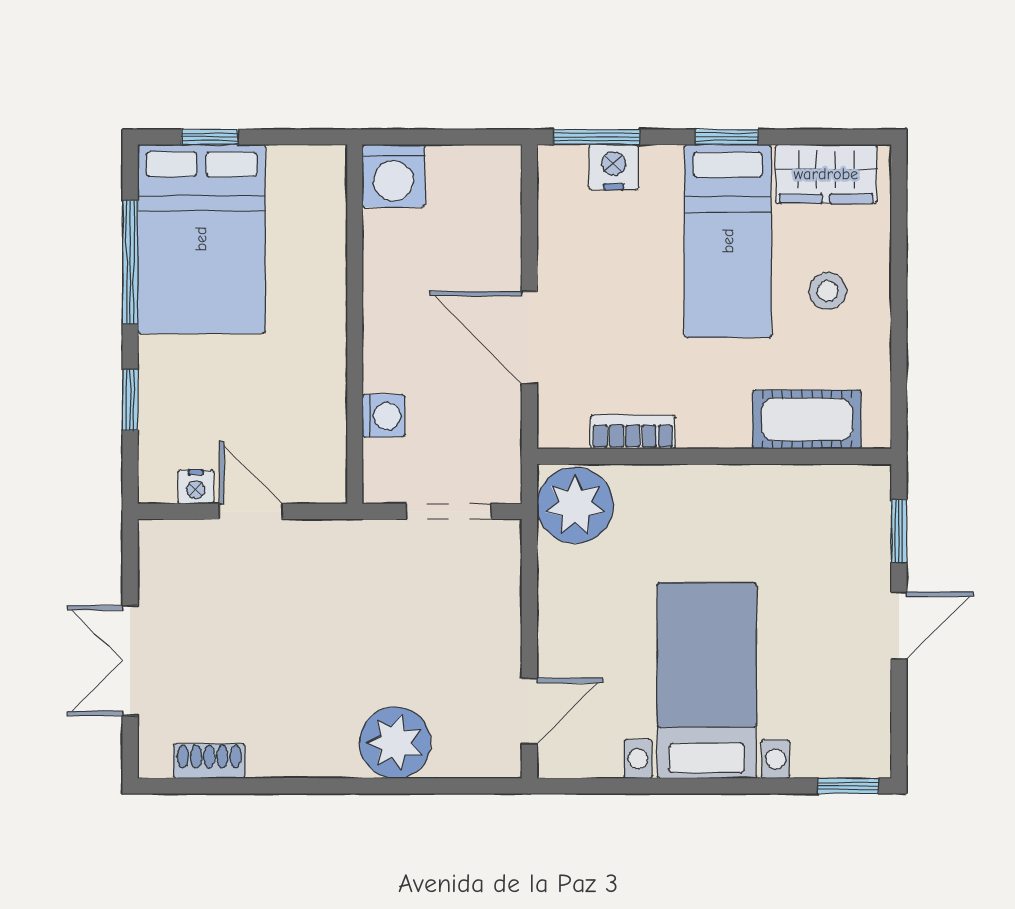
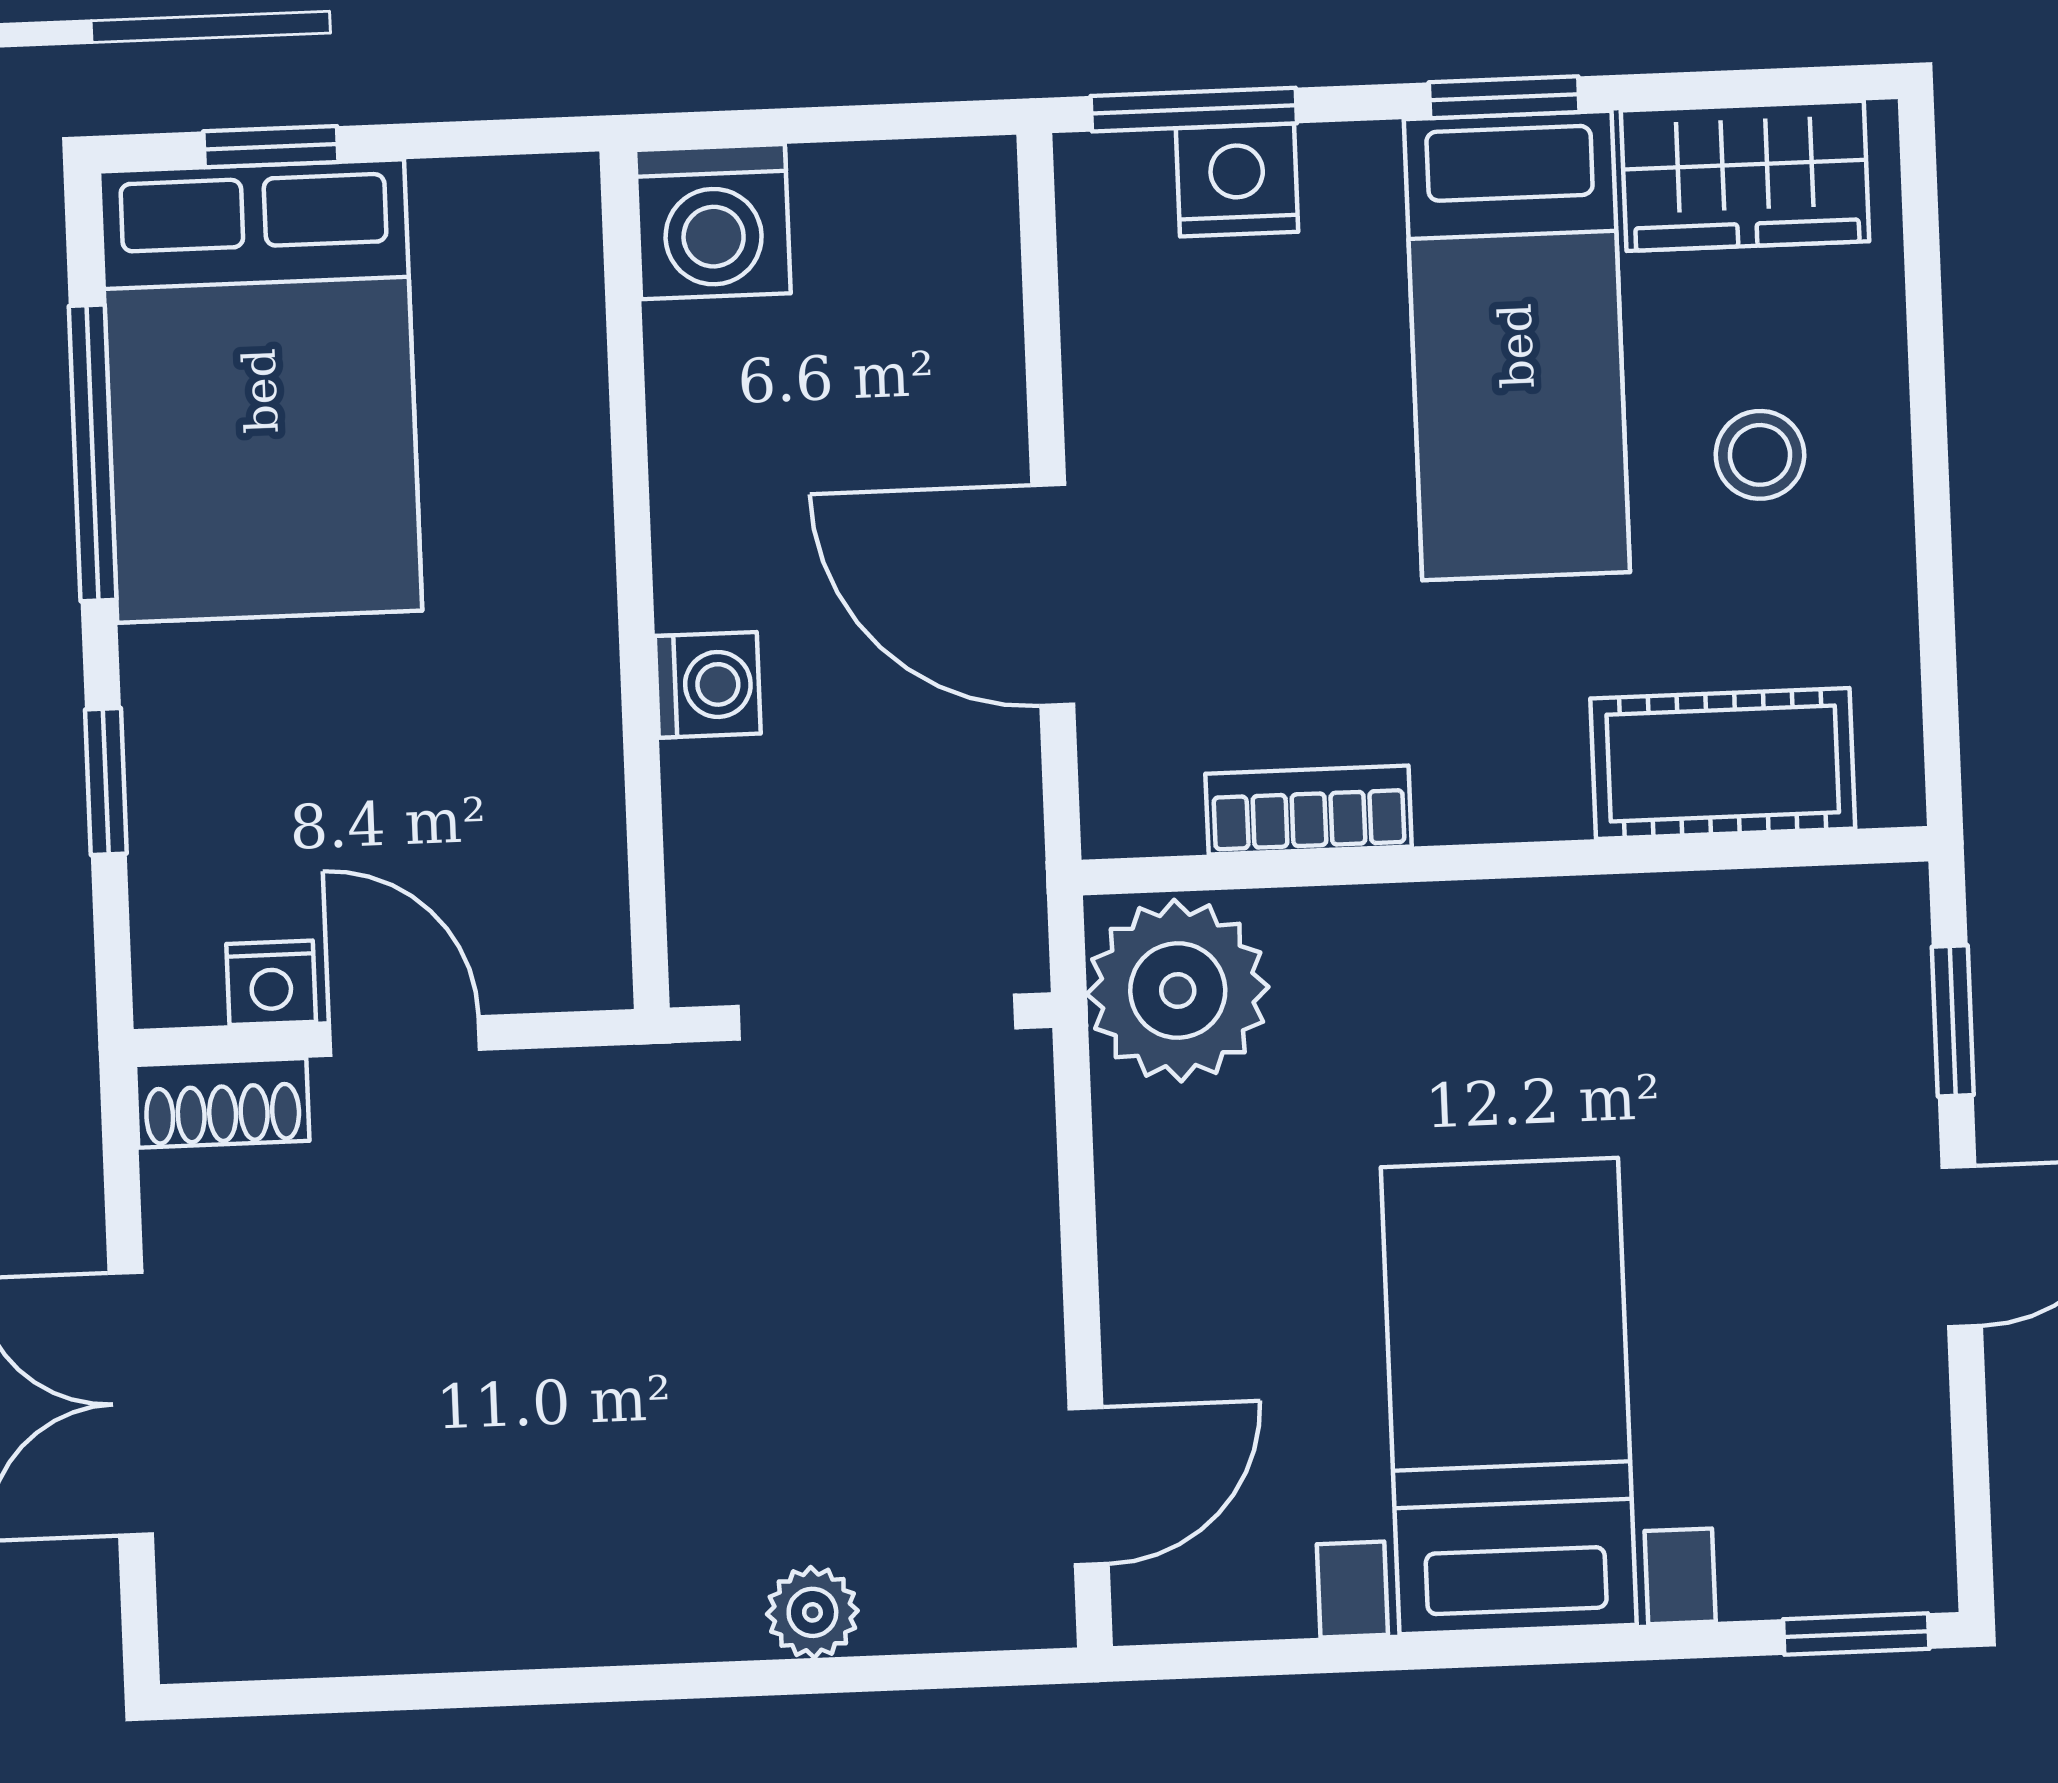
washing machine: (384, 416) -> (708, 685), moved
doorway: (449, 511) -> (877, 1017), width x1.38
plant: (395, 743) -> (812, 1612), width x0.53, depth x0.53
shoe rack: (209, 761) -> (222, 1103), moved, turned 180

